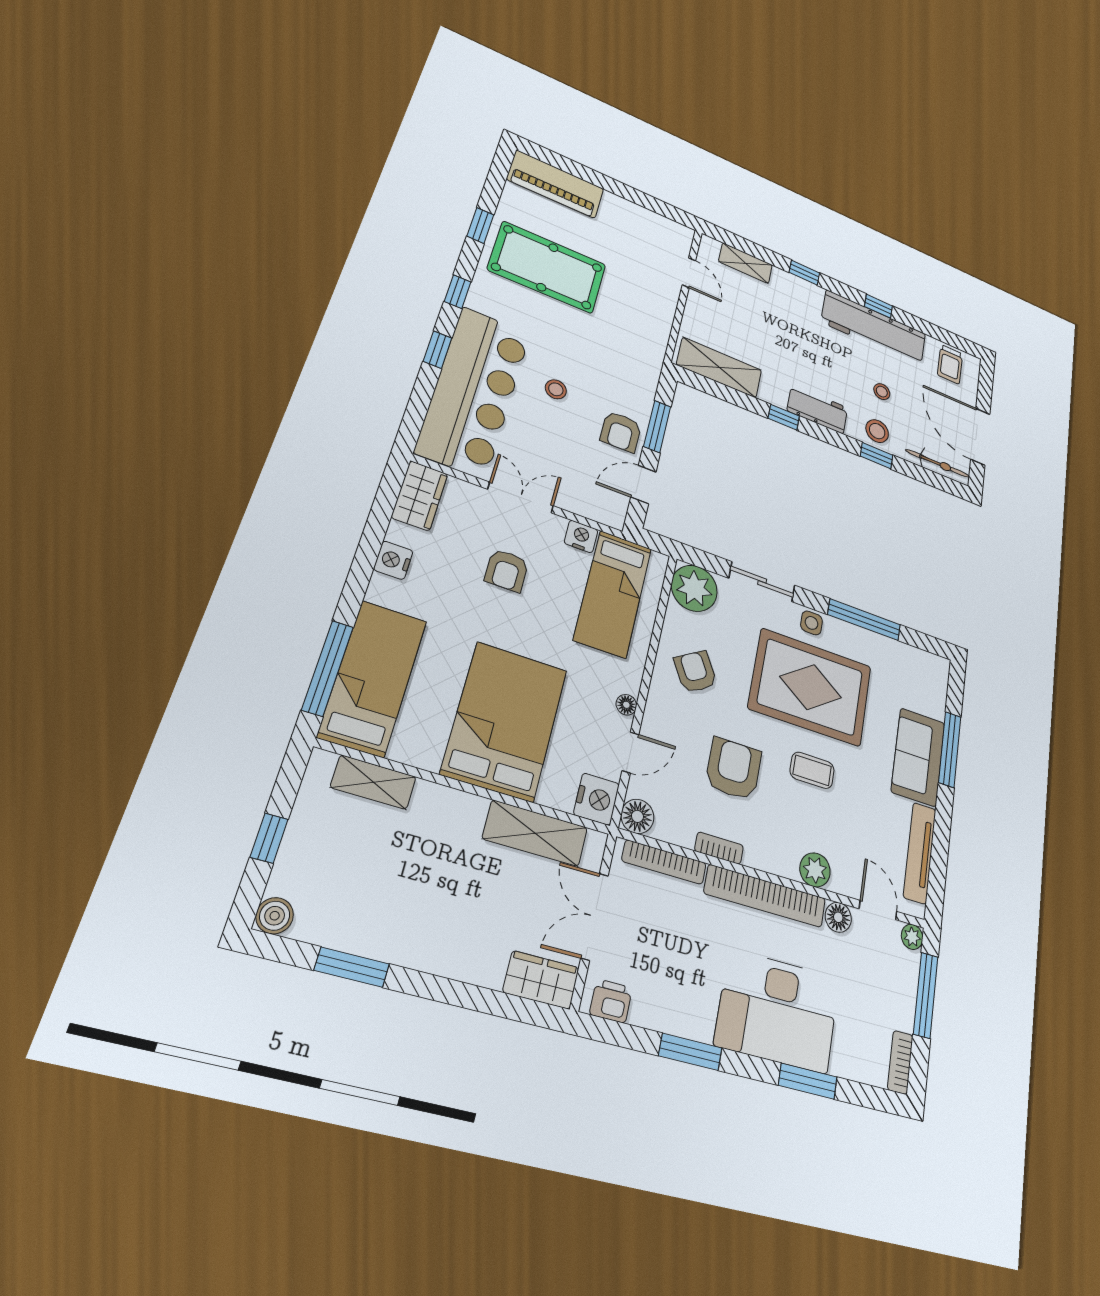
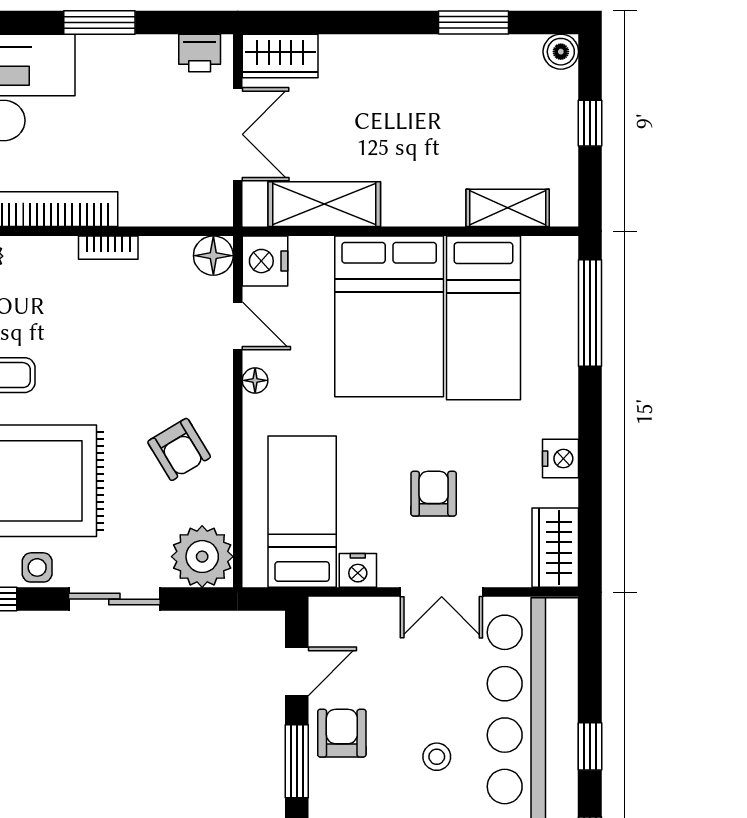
bed: (373, 678) -> (483, 318), moved
door: (630, 753) -> (238, 326), swing flipped
armchair: (733, 769) -> (108, 346), removed
bookcase: (664, 862) -> (171, 214), removed

